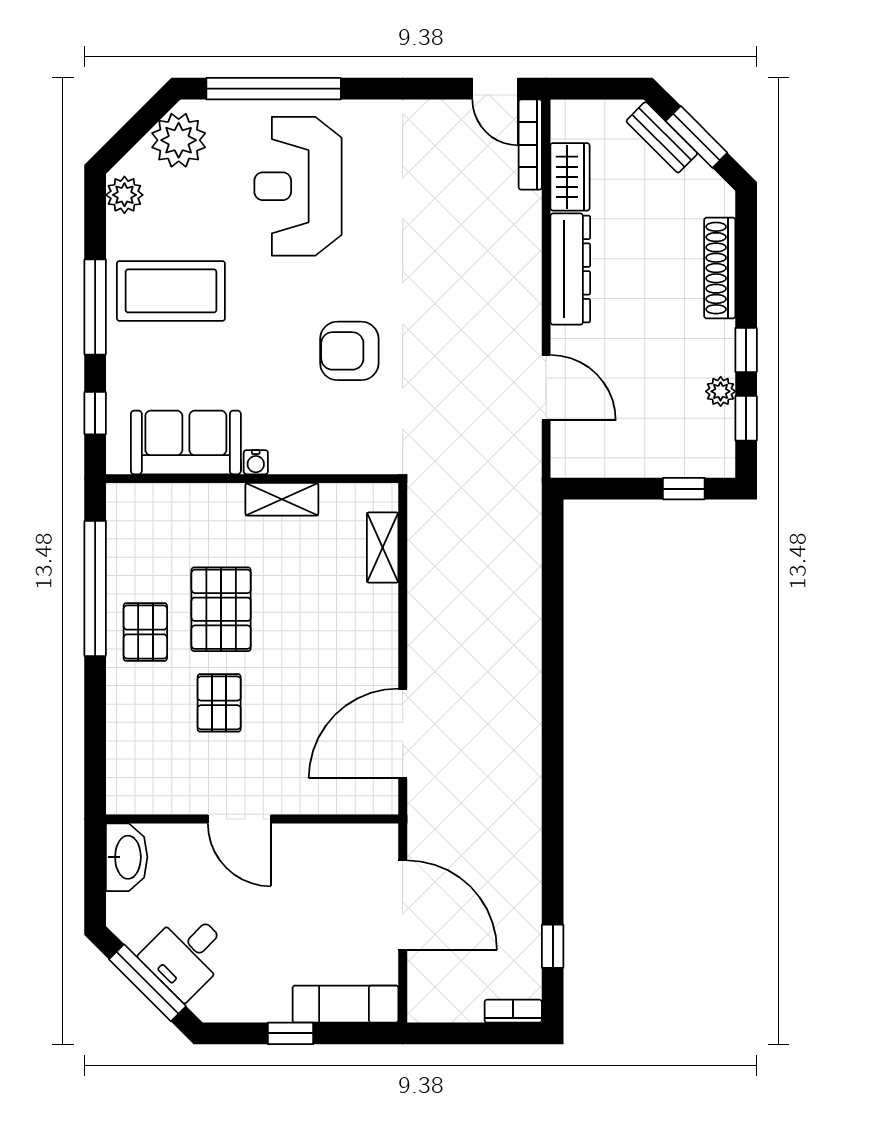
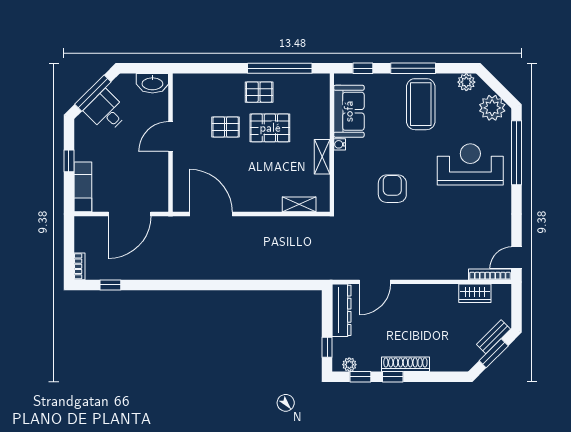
shoe rack: (720, 268) -> (405, 364), moved
dresser: (570, 269) -> (342, 310), moved, turned -90
plant: (721, 391) -> (349, 365), moved

